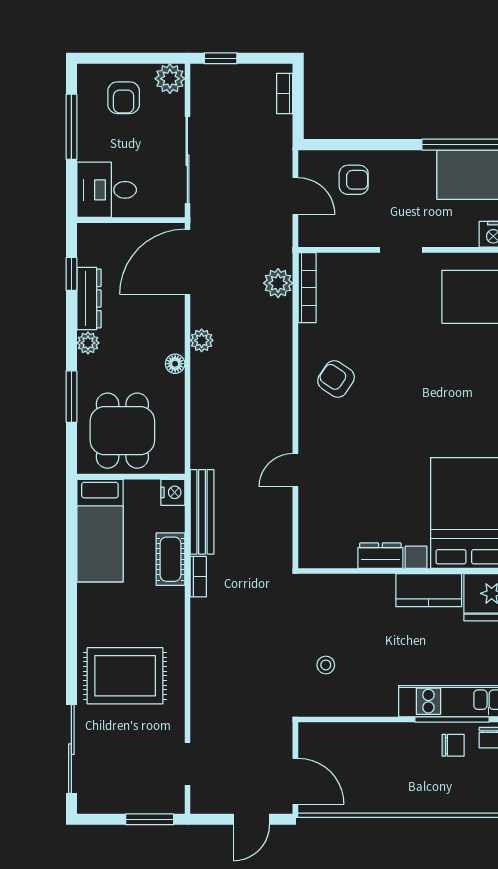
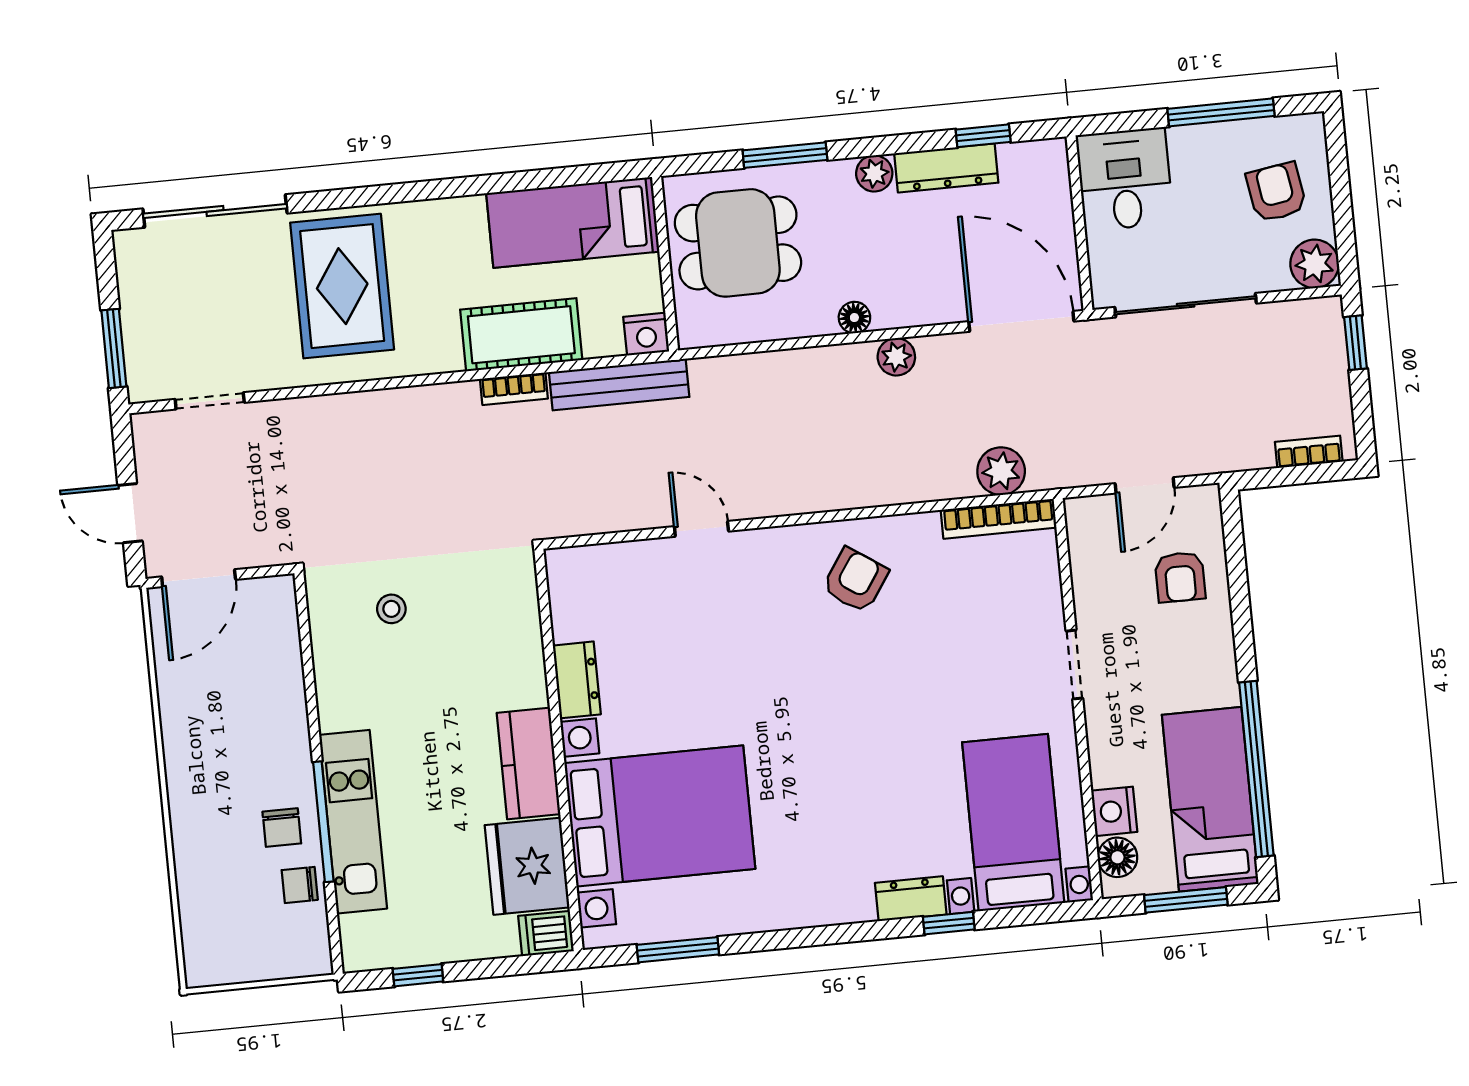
armchair: (124, 98) -> (1276, 192), turned 81
cot: (170, 559) -> (521, 335), width x1.37, depth x1.34

